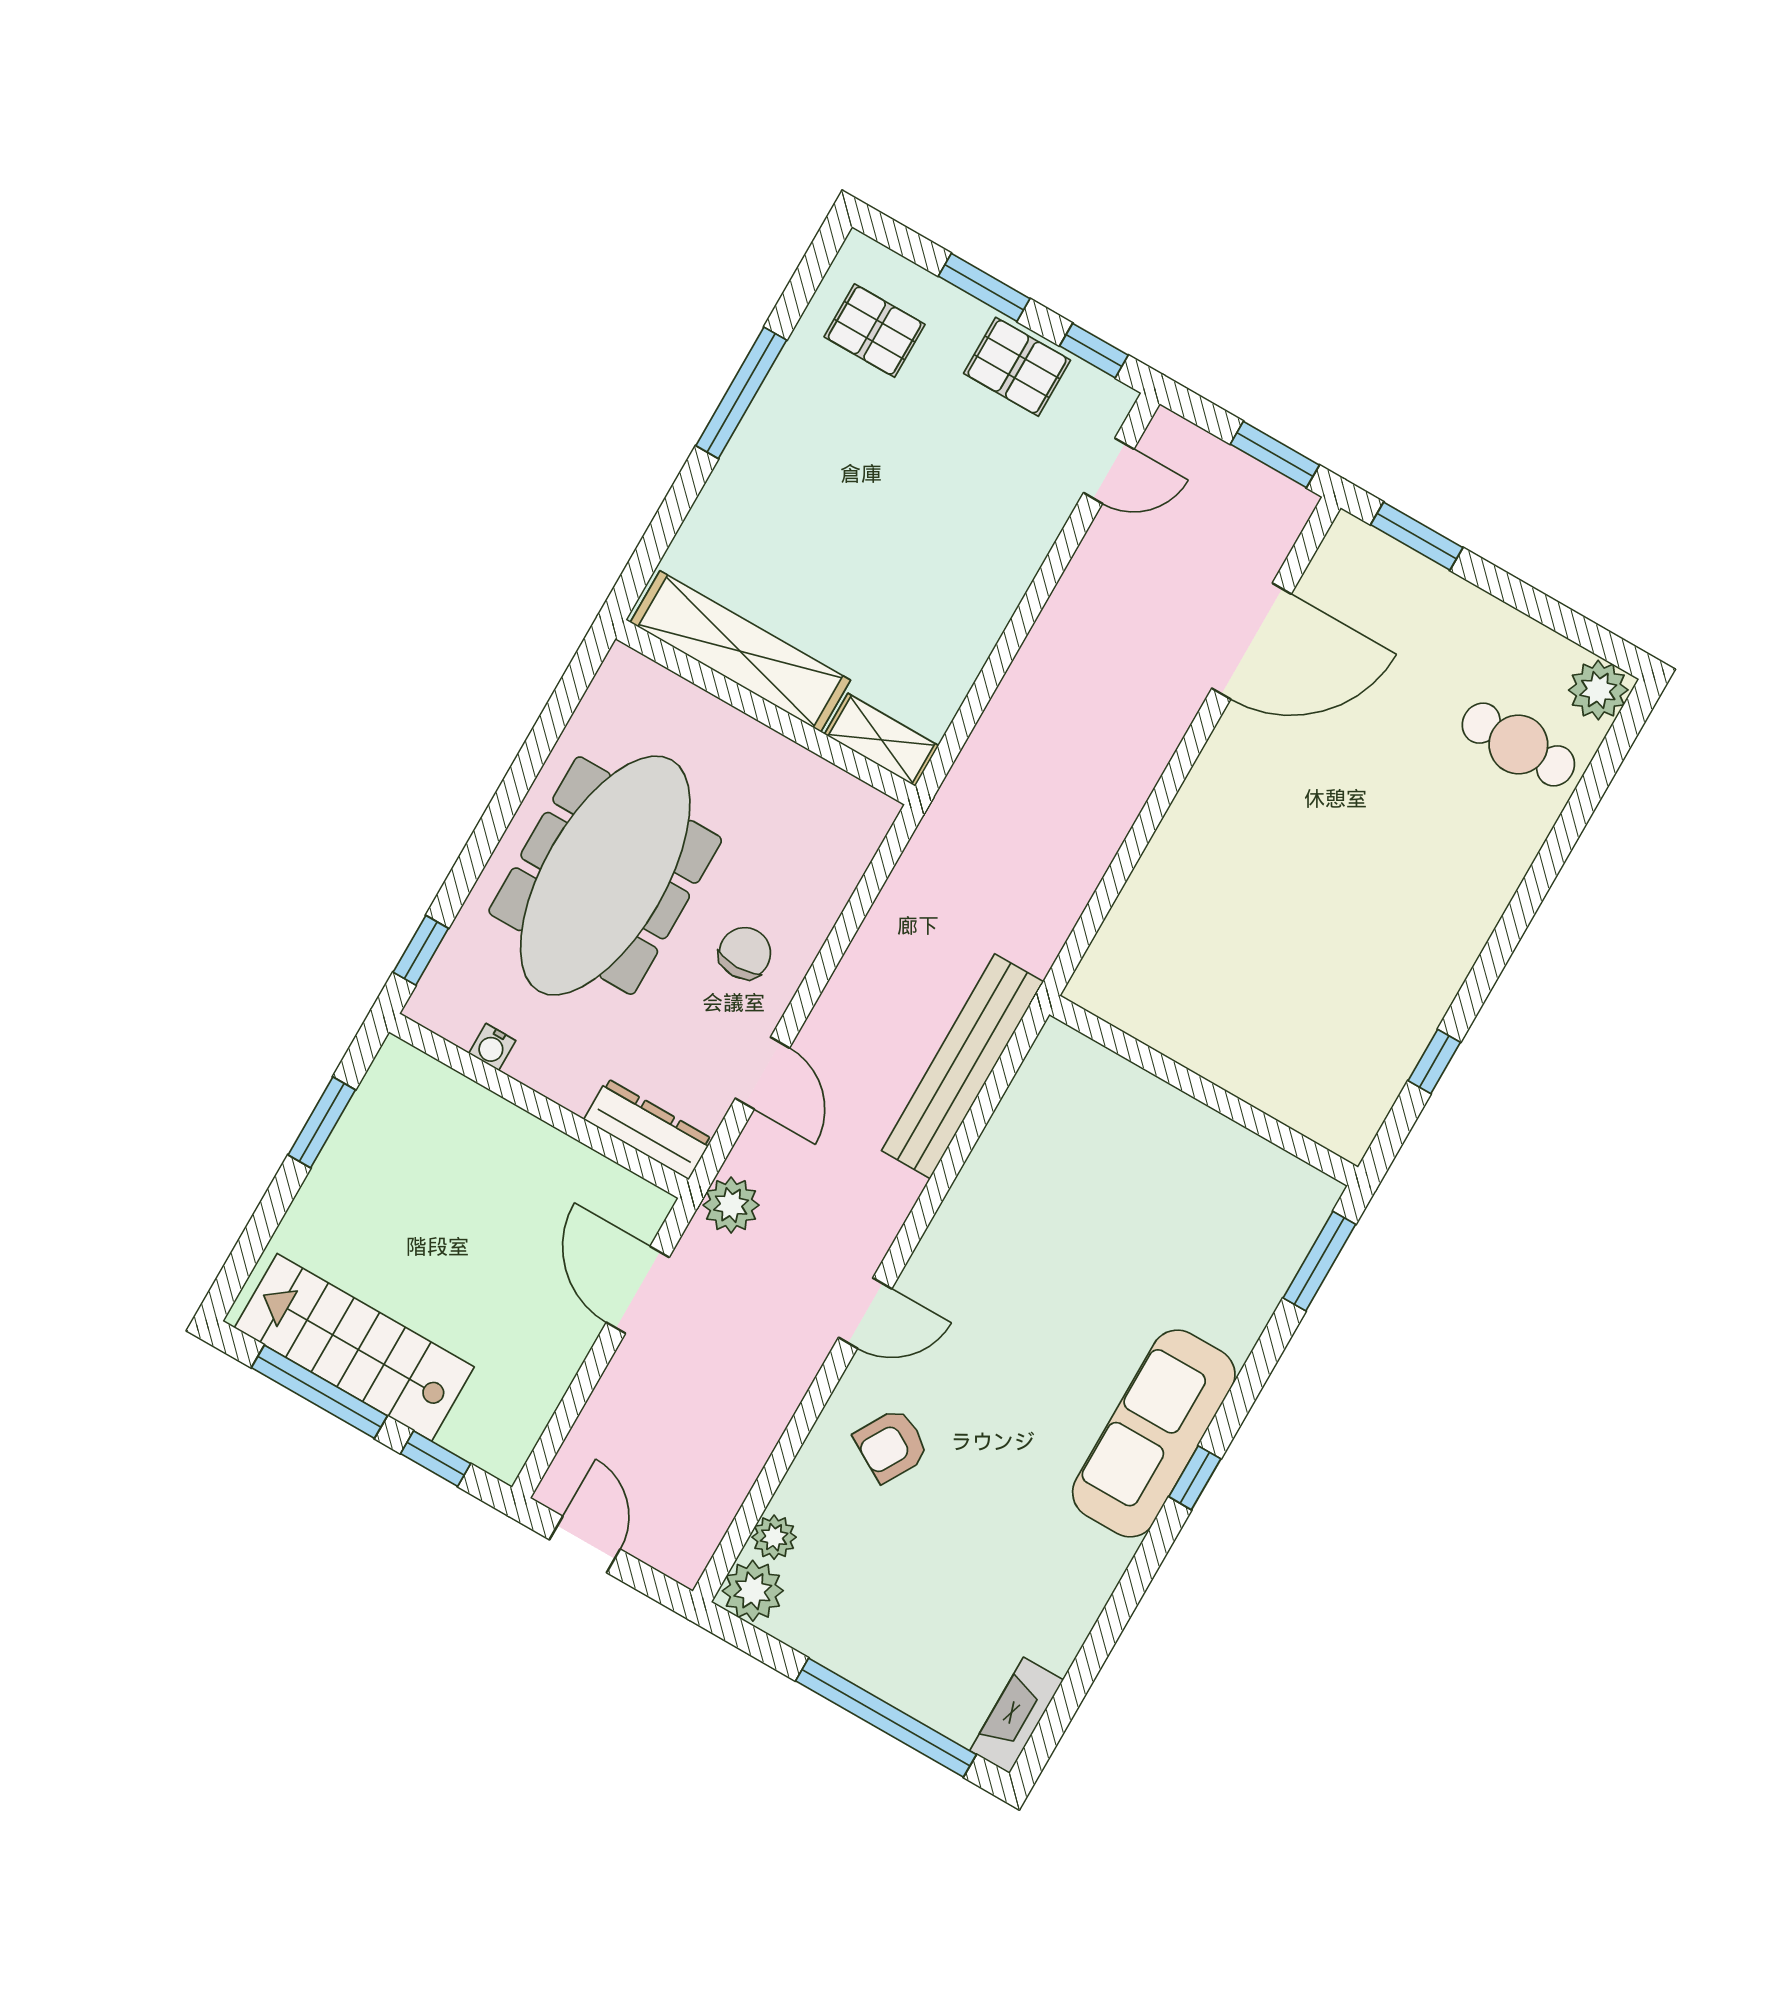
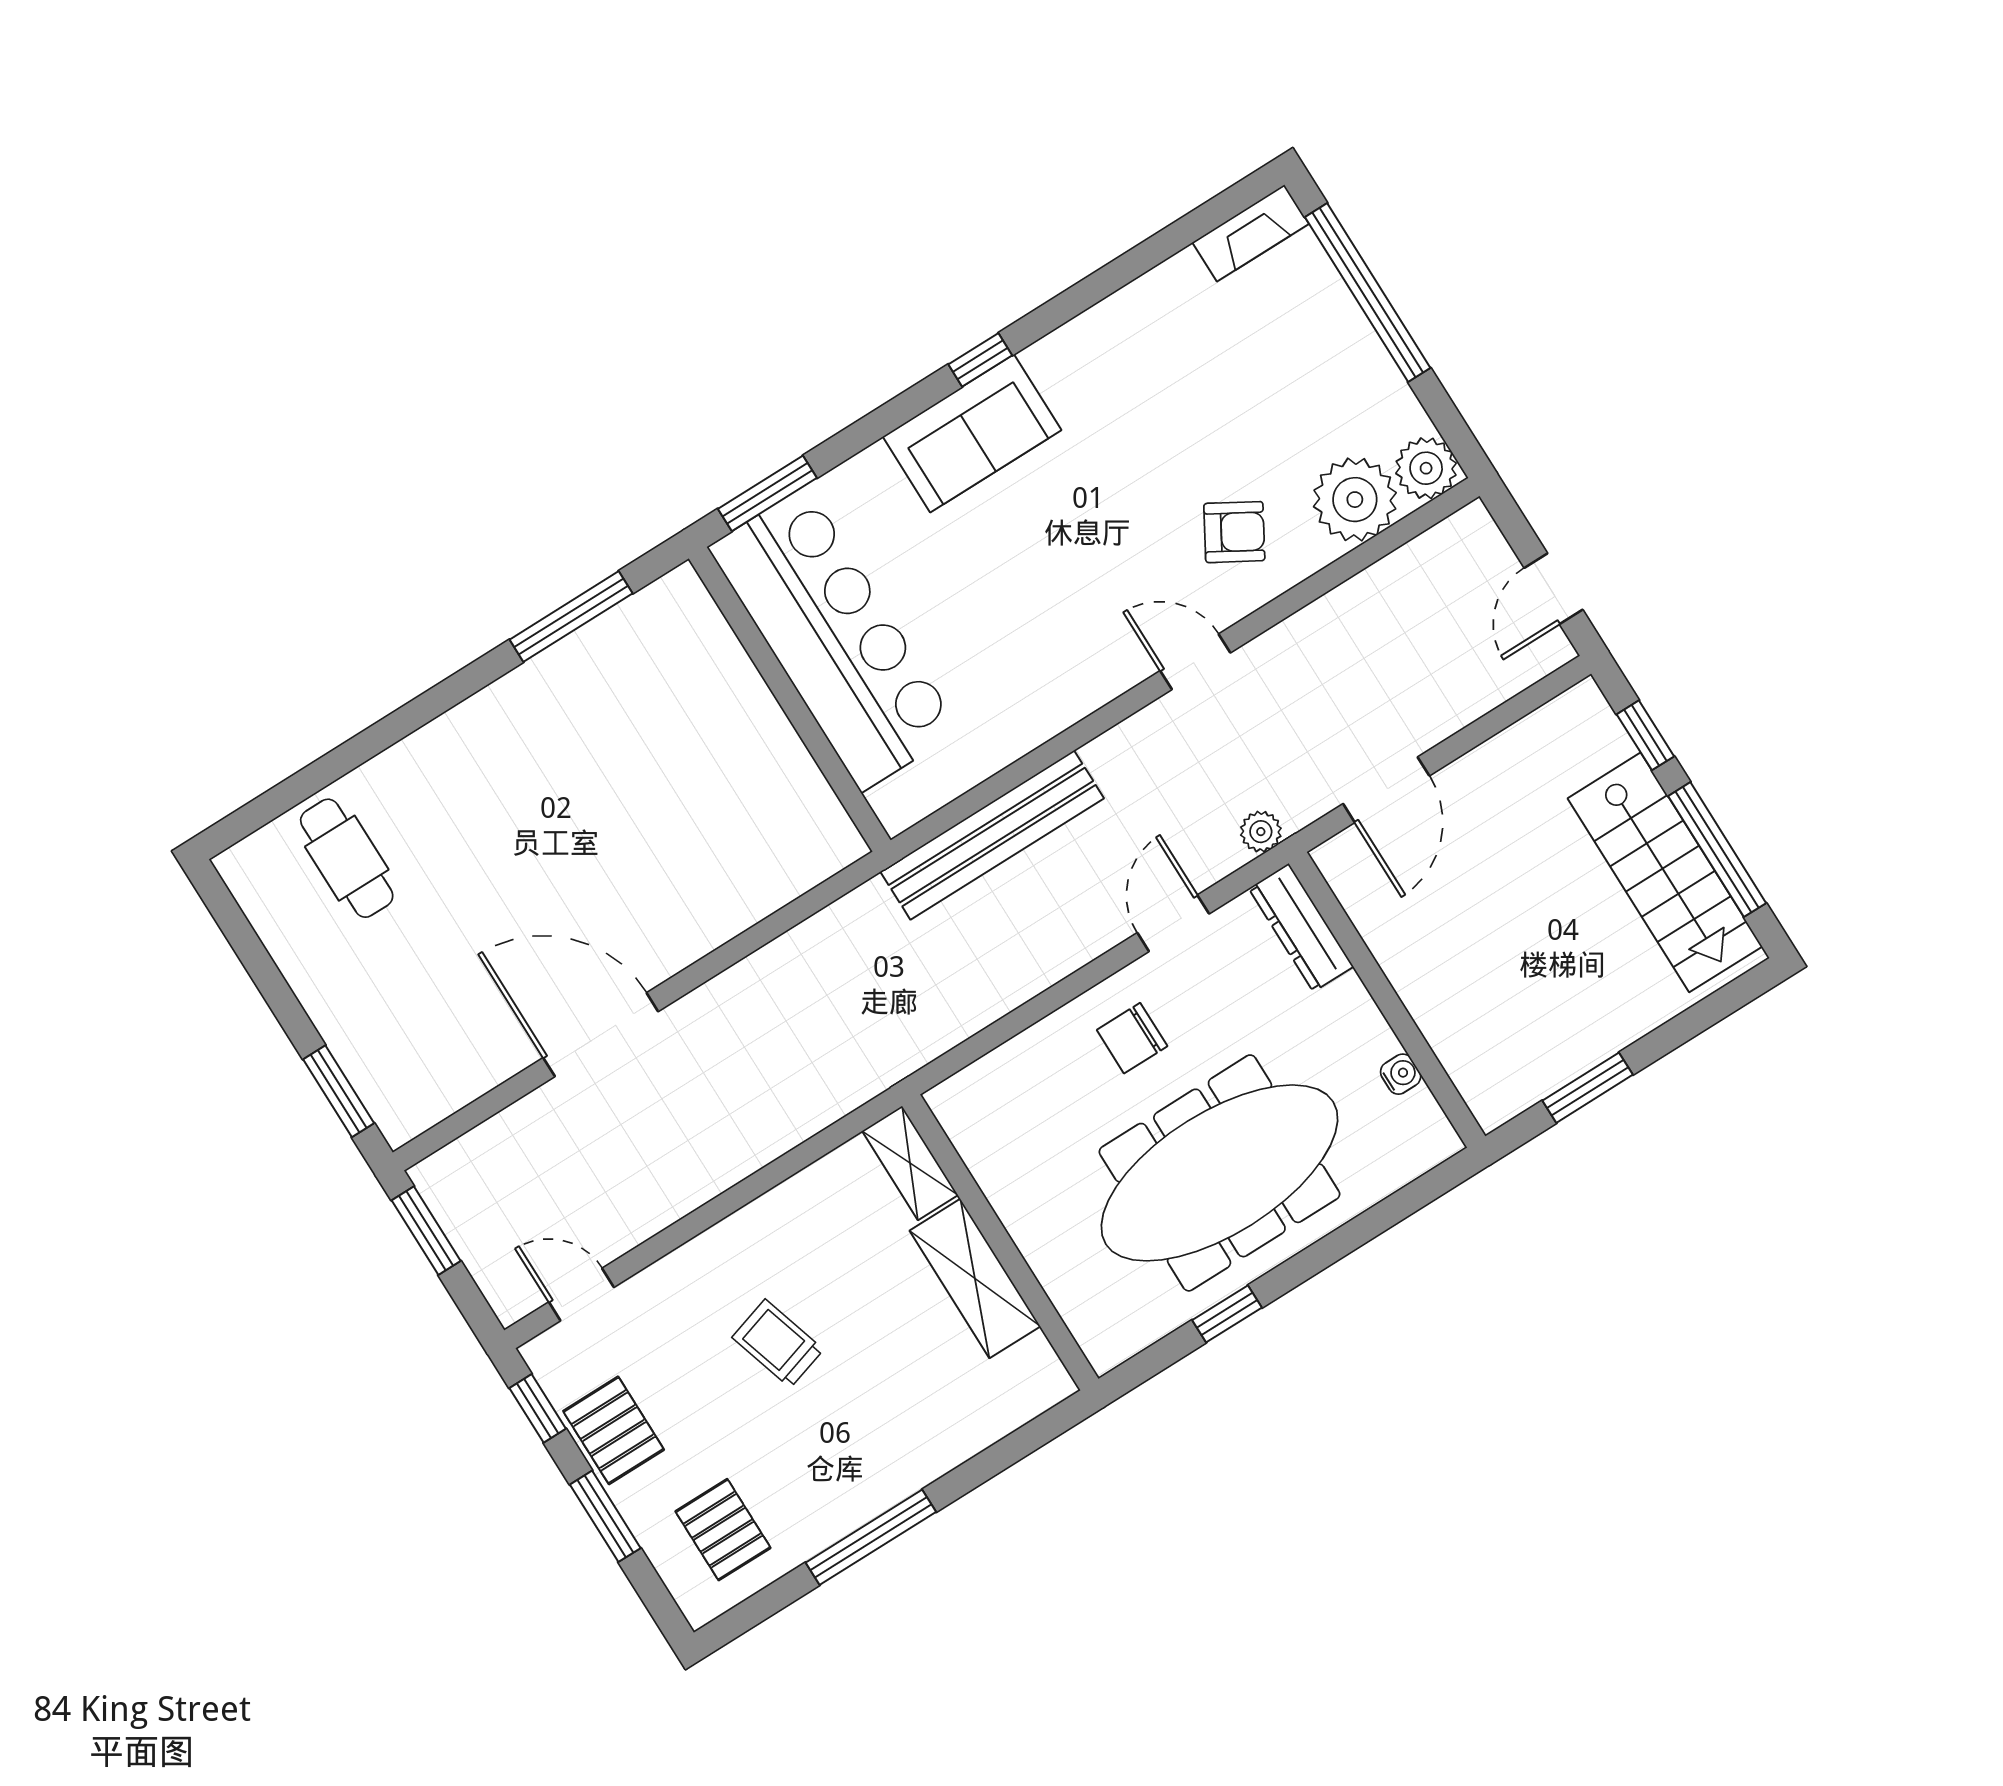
trolley: (913, 520) -> (778, 1343), added
door: (1252, 641) -> (601, 1035), moved
shelving: (740, 651) -> (975, 1278), width x0.68
plant: (1598, 690) -> (250, 869), removed
window: (421, 950) -> (1227, 1314), moved
window: (1434, 1061) -> (571, 617), width x2.17
bar counter: (1193, 1165) -> (834, 639), added
plant: (731, 1205) -> (1261, 832), width x0.73, depth x0.73
sofa: (1154, 1434) -> (972, 433), width x0.73
plant: (774, 1537) -> (1355, 500), width x1.88, depth x1.88

